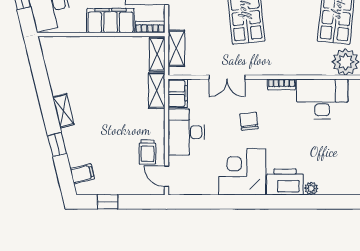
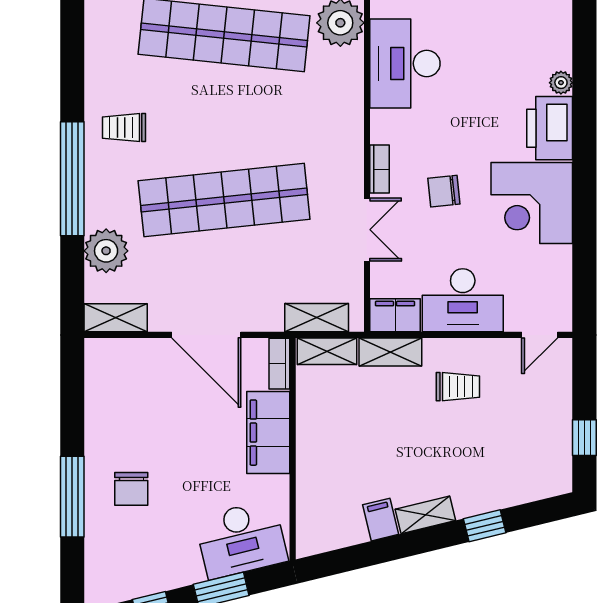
bookcase: (281, 84) -> (380, 169), moved
trolley: (147, 152) -> (458, 387), moved
filing cabinet: (82, 174) -> (381, 520), moved

